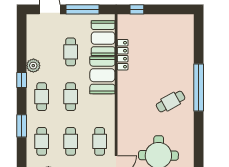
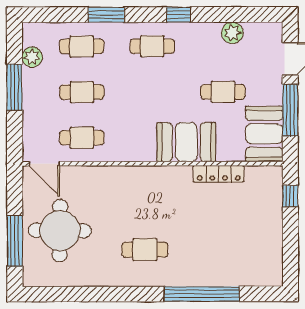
booth: (103, 38) -> (264, 134), moved, turned 90
plant: (33, 66) -> (232, 33), moved
window: (199, 87) -> (202, 294), moved
cafe table: (71, 97) -> (152, 92), removed
cafe table: (171, 102) -> (145, 250), turned -61

